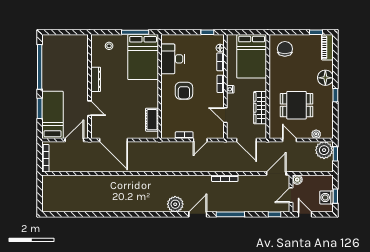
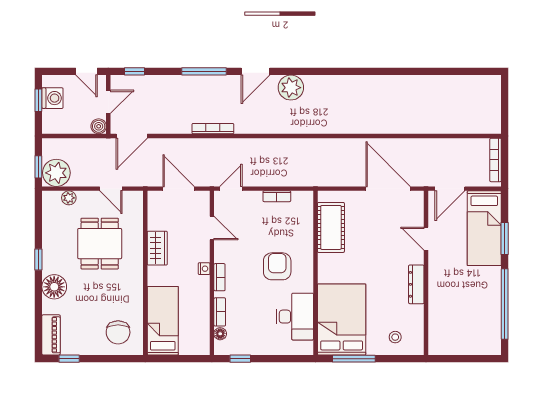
bed: (252, 56) -> (163, 321), width x0.67
dining table: (297, 105) -> (100, 244), turned 90
wardrobe: (260, 108) -> (157, 248), width x0.67
cot: (152, 120) -> (331, 227), width x1.37, depth x1.34
door: (200, 140) -> (231, 189), moved

